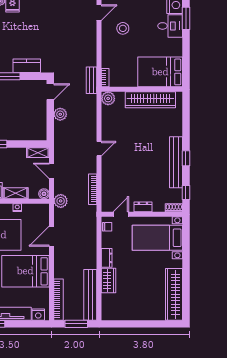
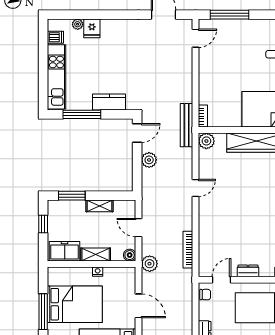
stool: (123, 28) -> (224, 57), removed
bench: (92, 80) -> (187, 125), width x1.36
door: (99, 149) -> (195, 188), moved
shelving: (38, 153) -> (99, 206), moved
door: (51, 236) -> (139, 306), swing flipped

